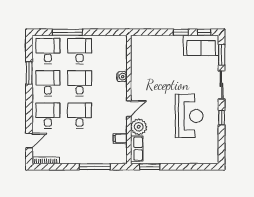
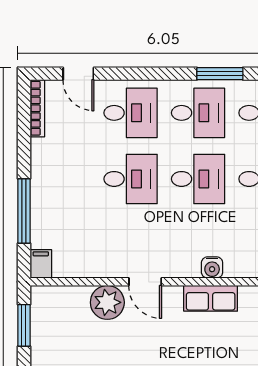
filing cabinet: (120, 138) -> (41, 264), moved
row of seats: (137, 149) -> (211, 298), moved

